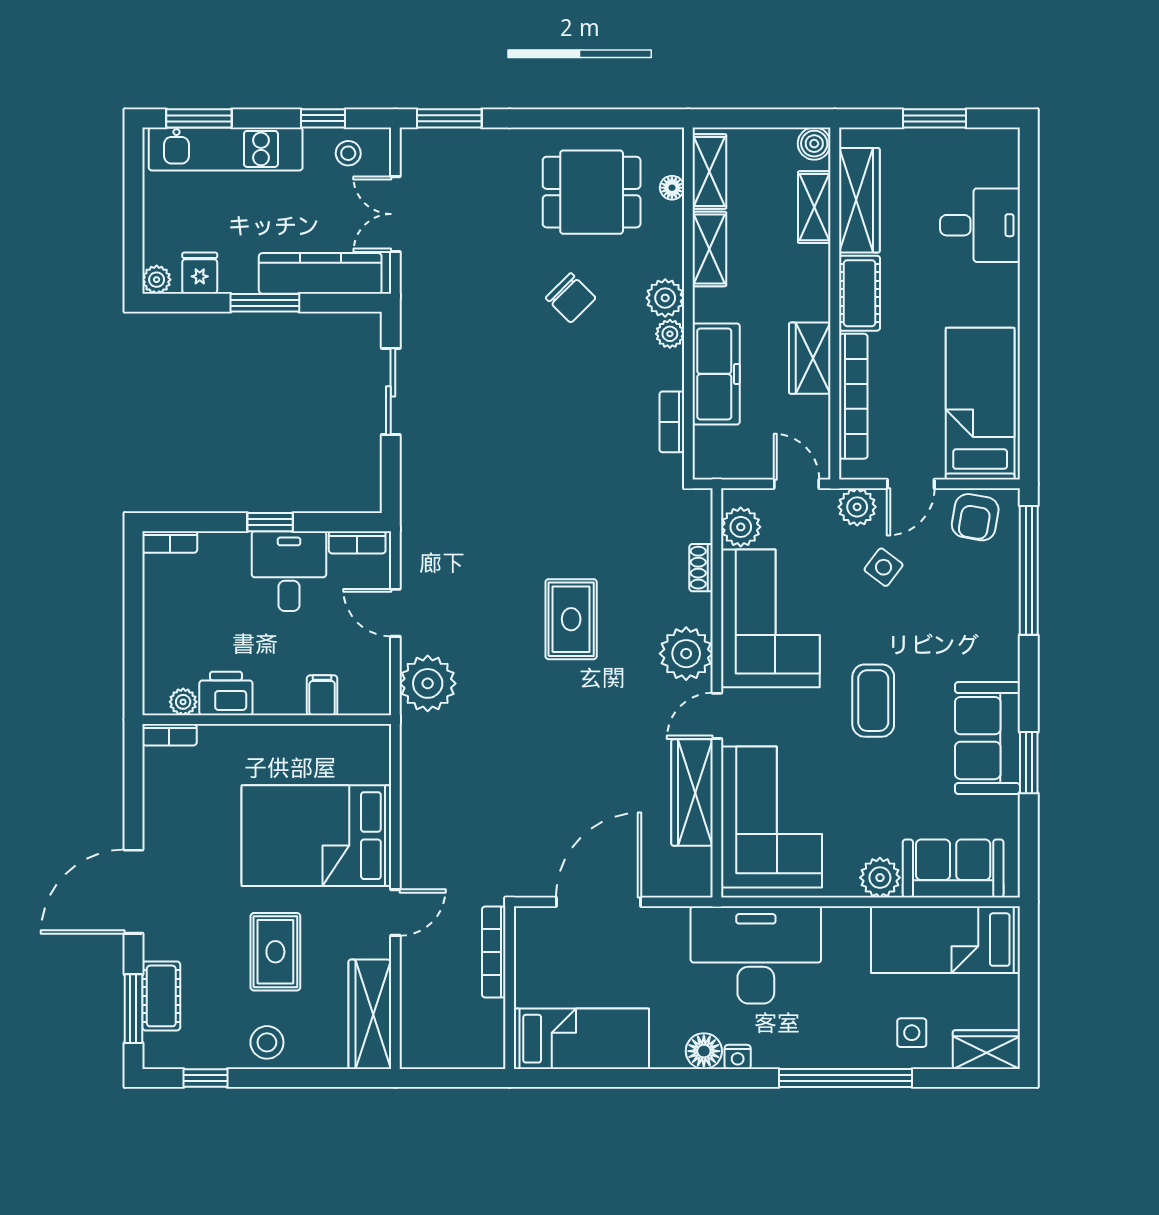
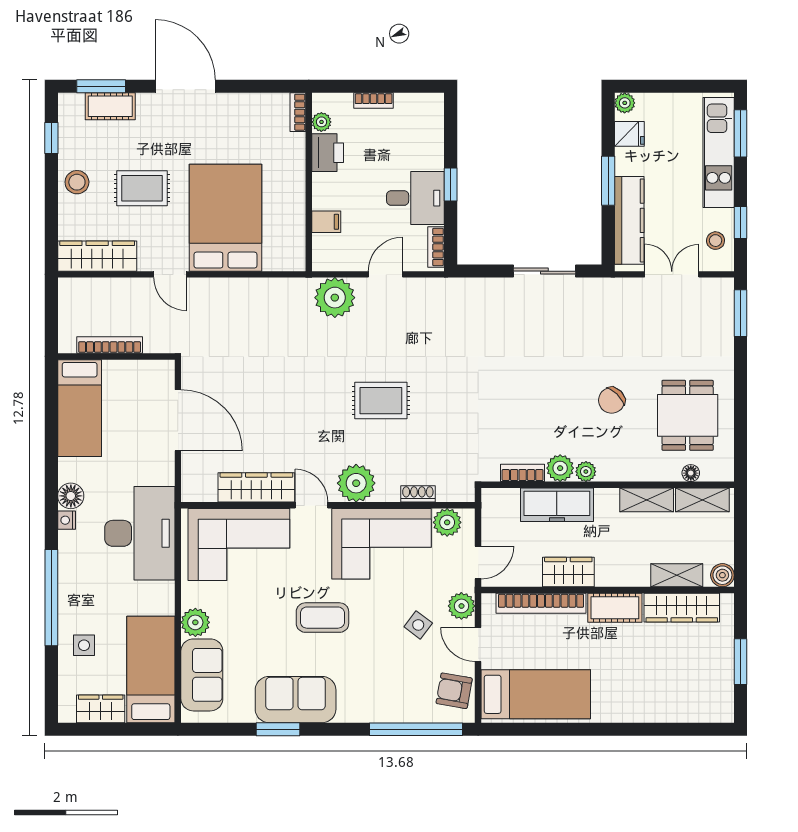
desk: (980, 225) -> (664, 694), removed
plant: (665, 298) -> (560, 468), moved
bookcase: (170, 542) -> (374, 101), moved, turned -90
bookcase: (494, 952) -> (110, 345), moved
wardrobe: (986, 1050) -> (101, 709), moved, turned -90

